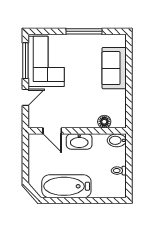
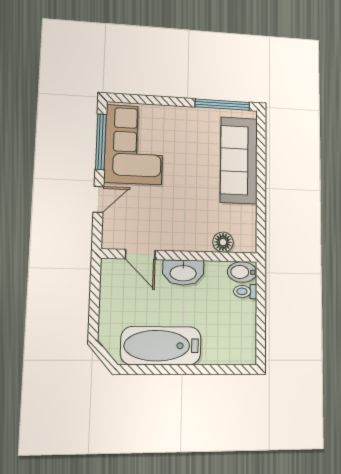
window: (84, 31) -> (222, 105), moved
sofa: (114, 68) -> (239, 160), width x1.36
toilet: (119, 171) -> (245, 291), moved

